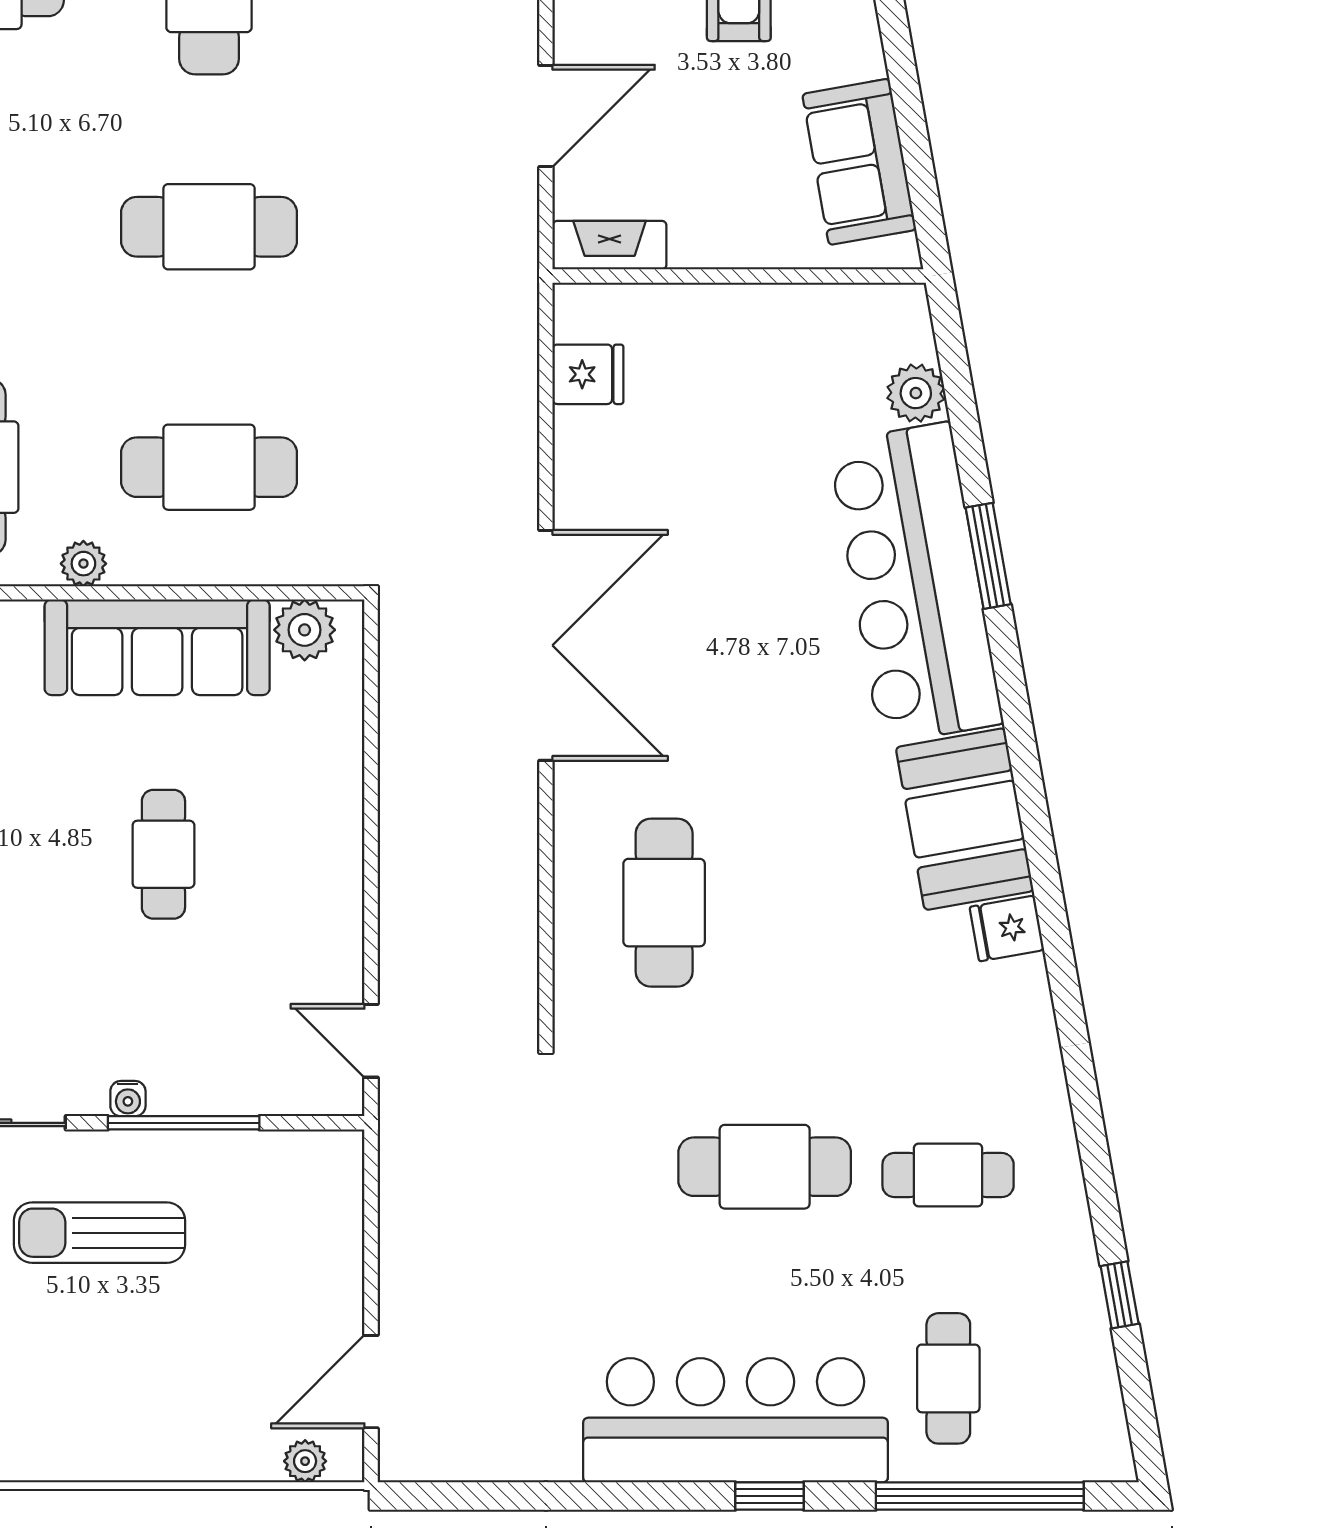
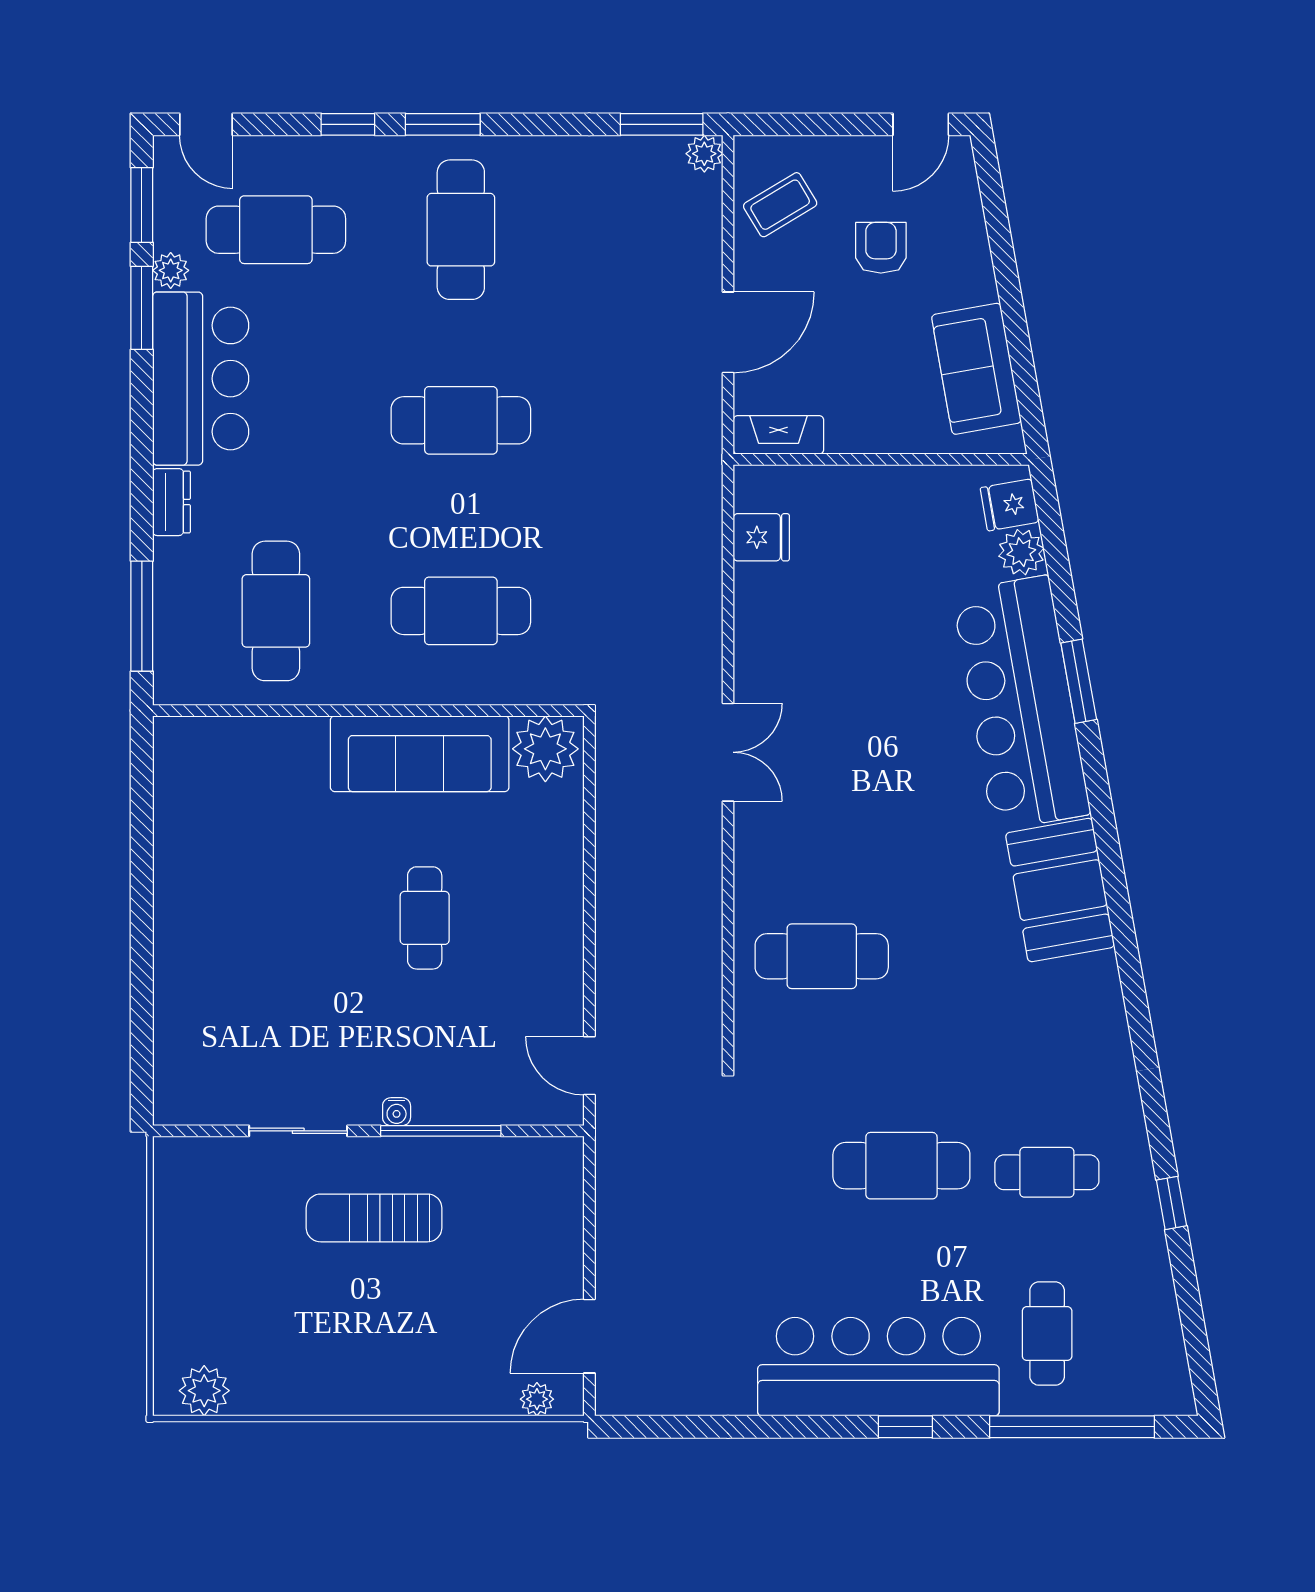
plant: (83, 564) -> (361, 687), removed
plant: (305, 630) -> (545, 749), width x1.36, depth x1.36
double door: (546, 645) -> (728, 752), width x0.54
cafe table: (664, 903) -> (822, 956), turned 90
fridge: (1007, 928) -> (1010, 505), moved
window: (1120, 1295) -> (1171, 1203), moved

